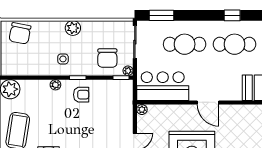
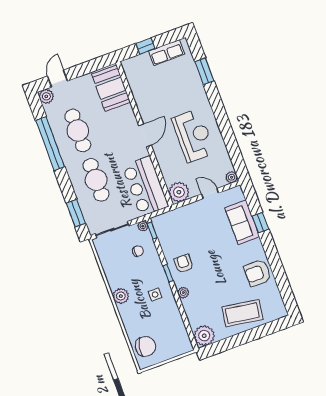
window: (232, 15) -> (50, 144), width x3.17
chair: (107, 58) -> (138, 251), width x0.54, depth x0.54
plant: (142, 110) -> (179, 192), width x1.88, depth x1.88

